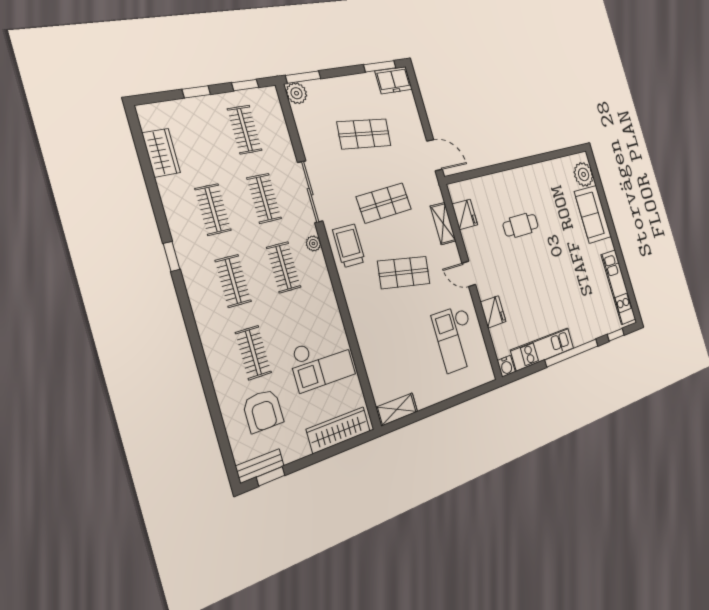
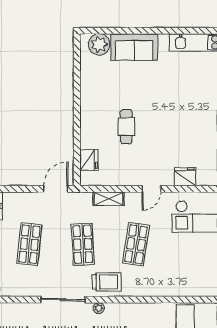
fridge: (465, 214) -> (89, 160), moved, turned 90
trolley: (349, 246) -> (107, 282), turned 180

